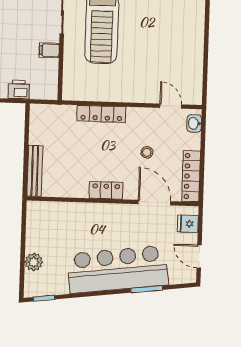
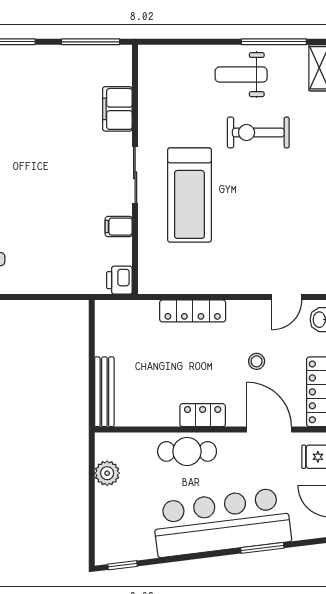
printer: (19, 90) -> (119, 280), moved, turned -90
door: (171, 106) -> (287, 297), swing flipped
cafe table: (94, 217) -> (187, 451), added
plant: (34, 262) -> (107, 473), moved

